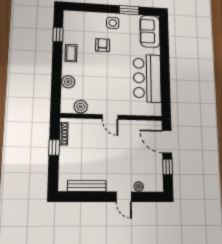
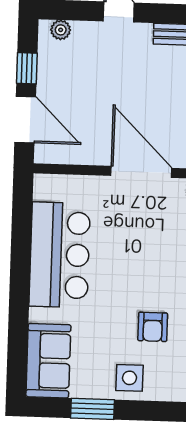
door: (110, 117) -> (141, 172), width x1.87
plant: (139, 187) -> (61, 30), moved

